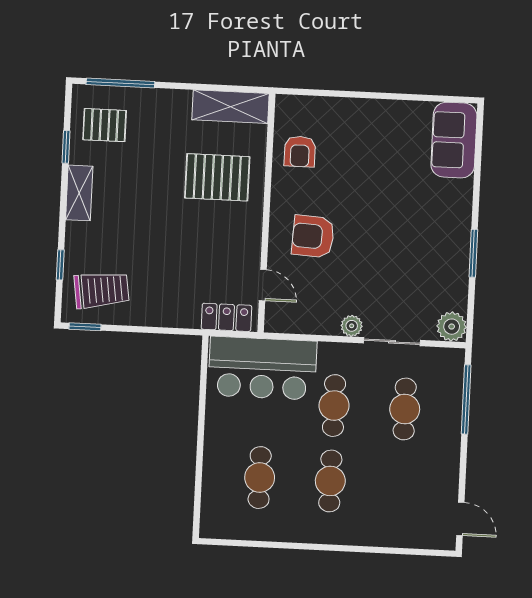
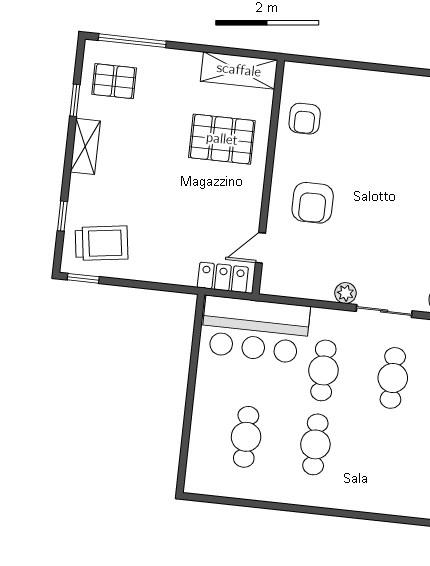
armchair: (313, 236) -> (313, 203), turned -93
door: (263, 285) -> (261, 248), swing flipped

